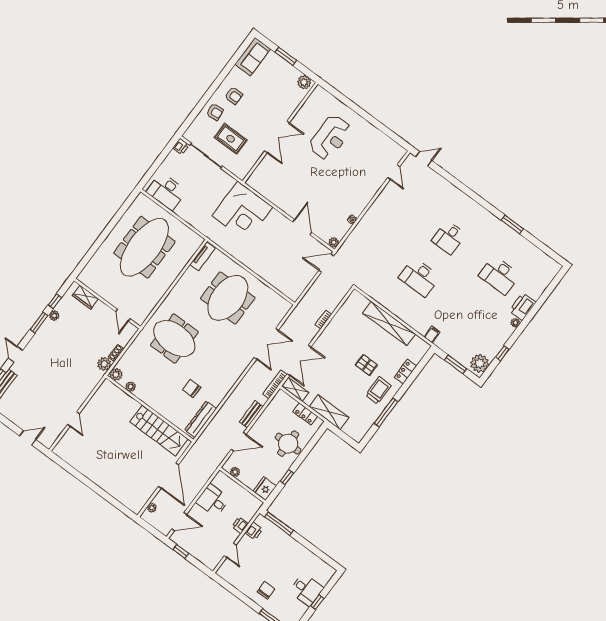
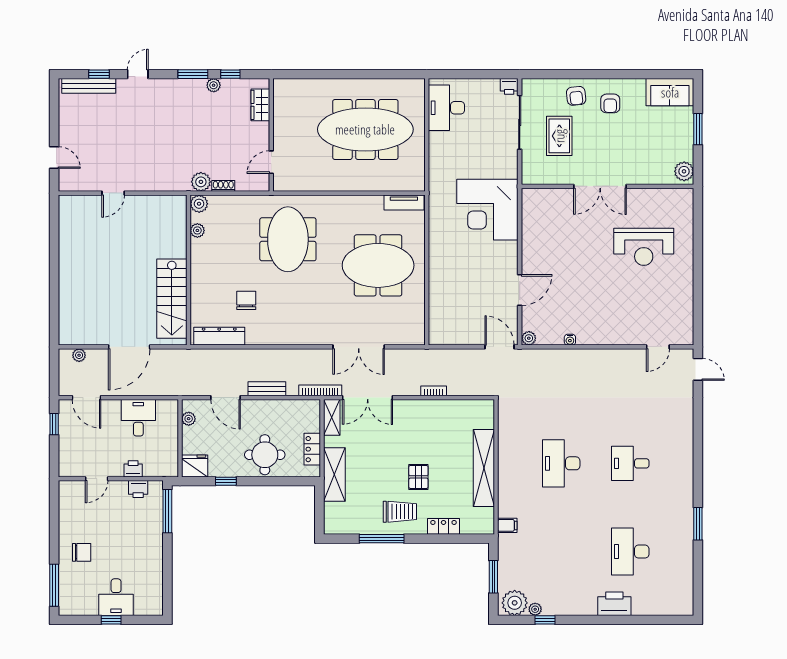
plant: (515, 323) -> (535, 609), moved

